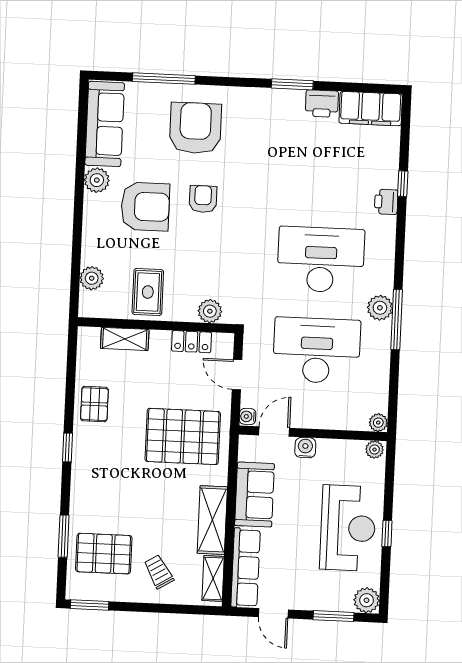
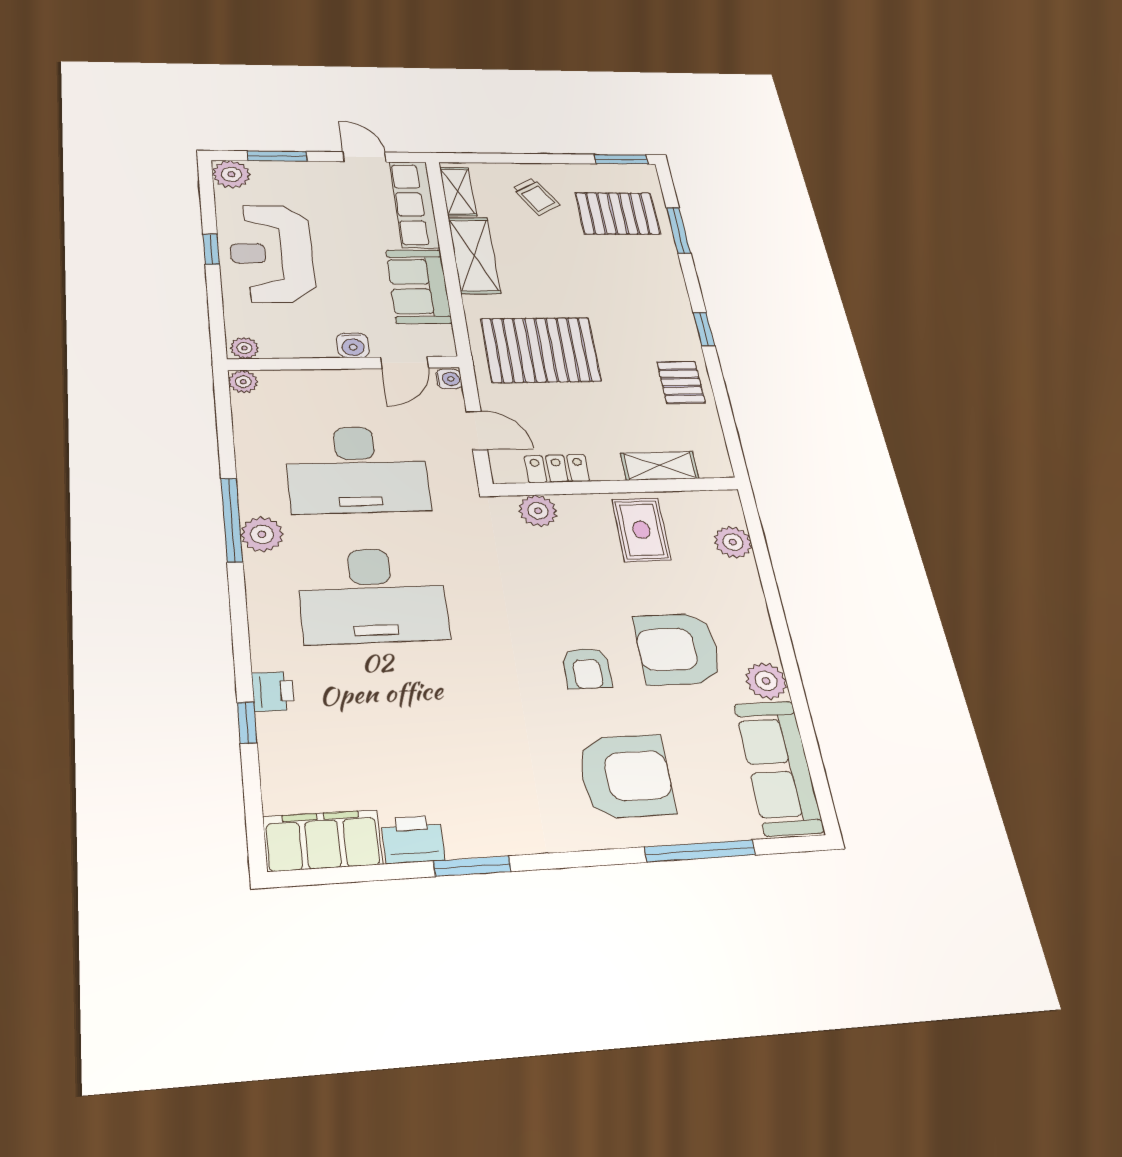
armchair: (195, 128) -> (626, 776), turned -90

